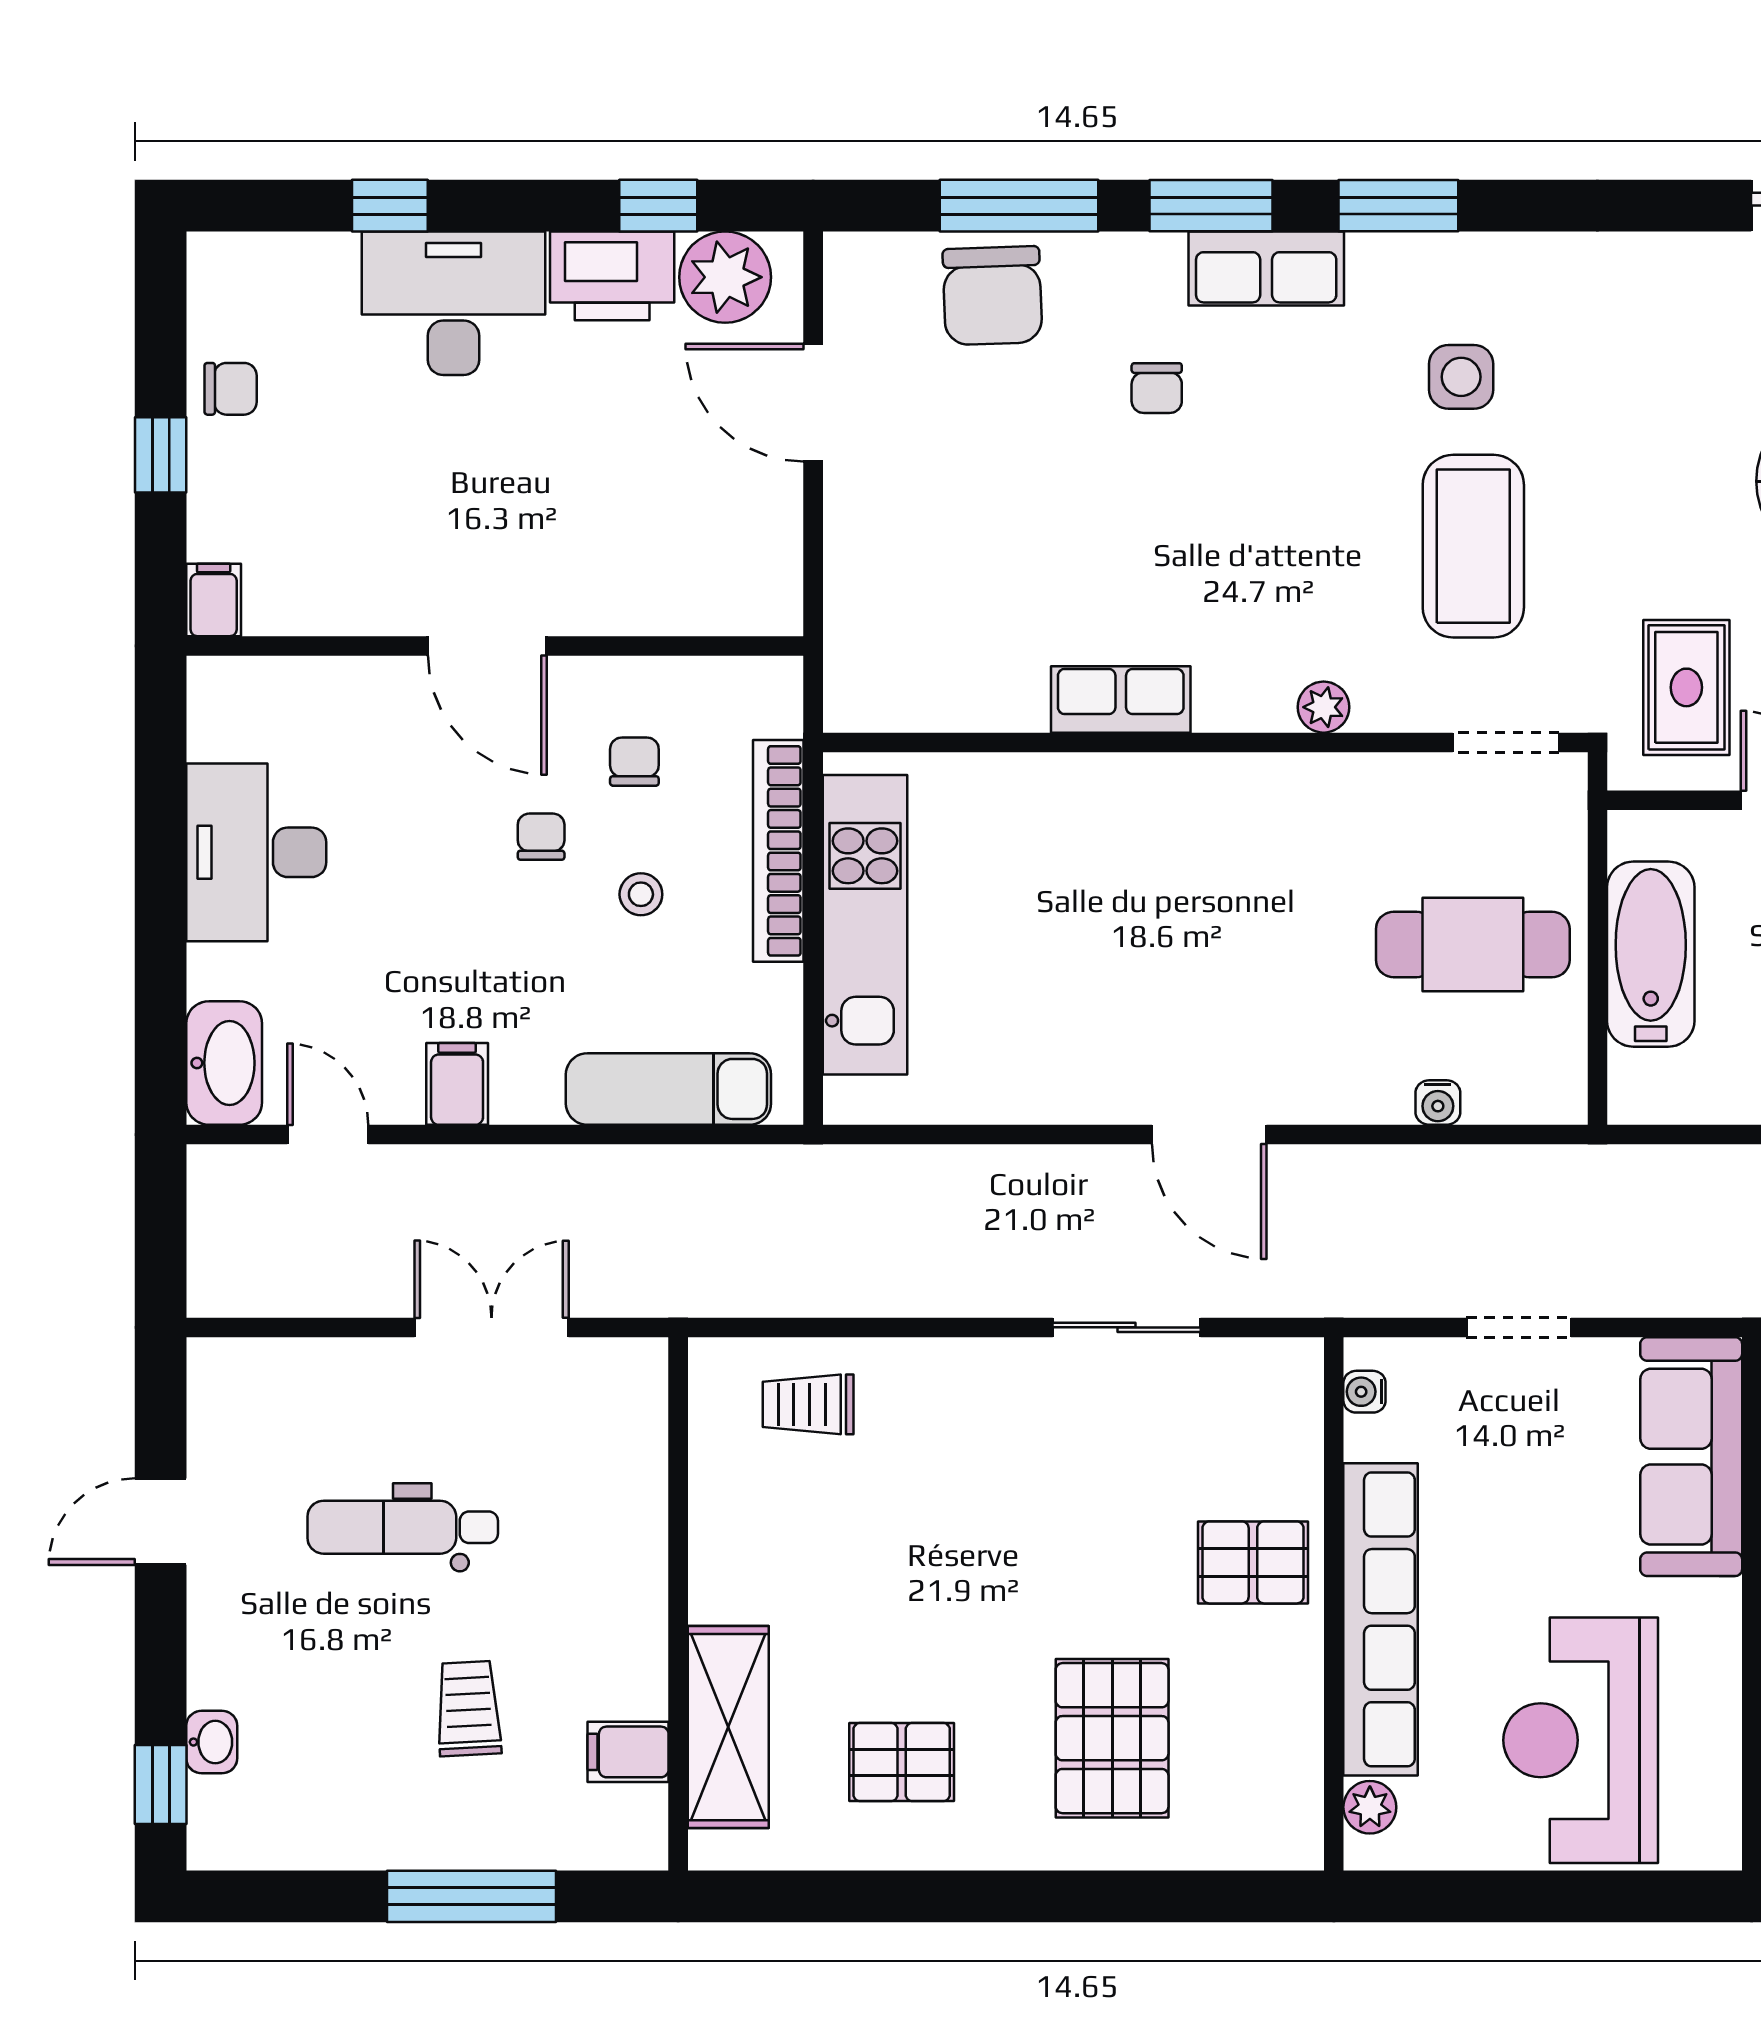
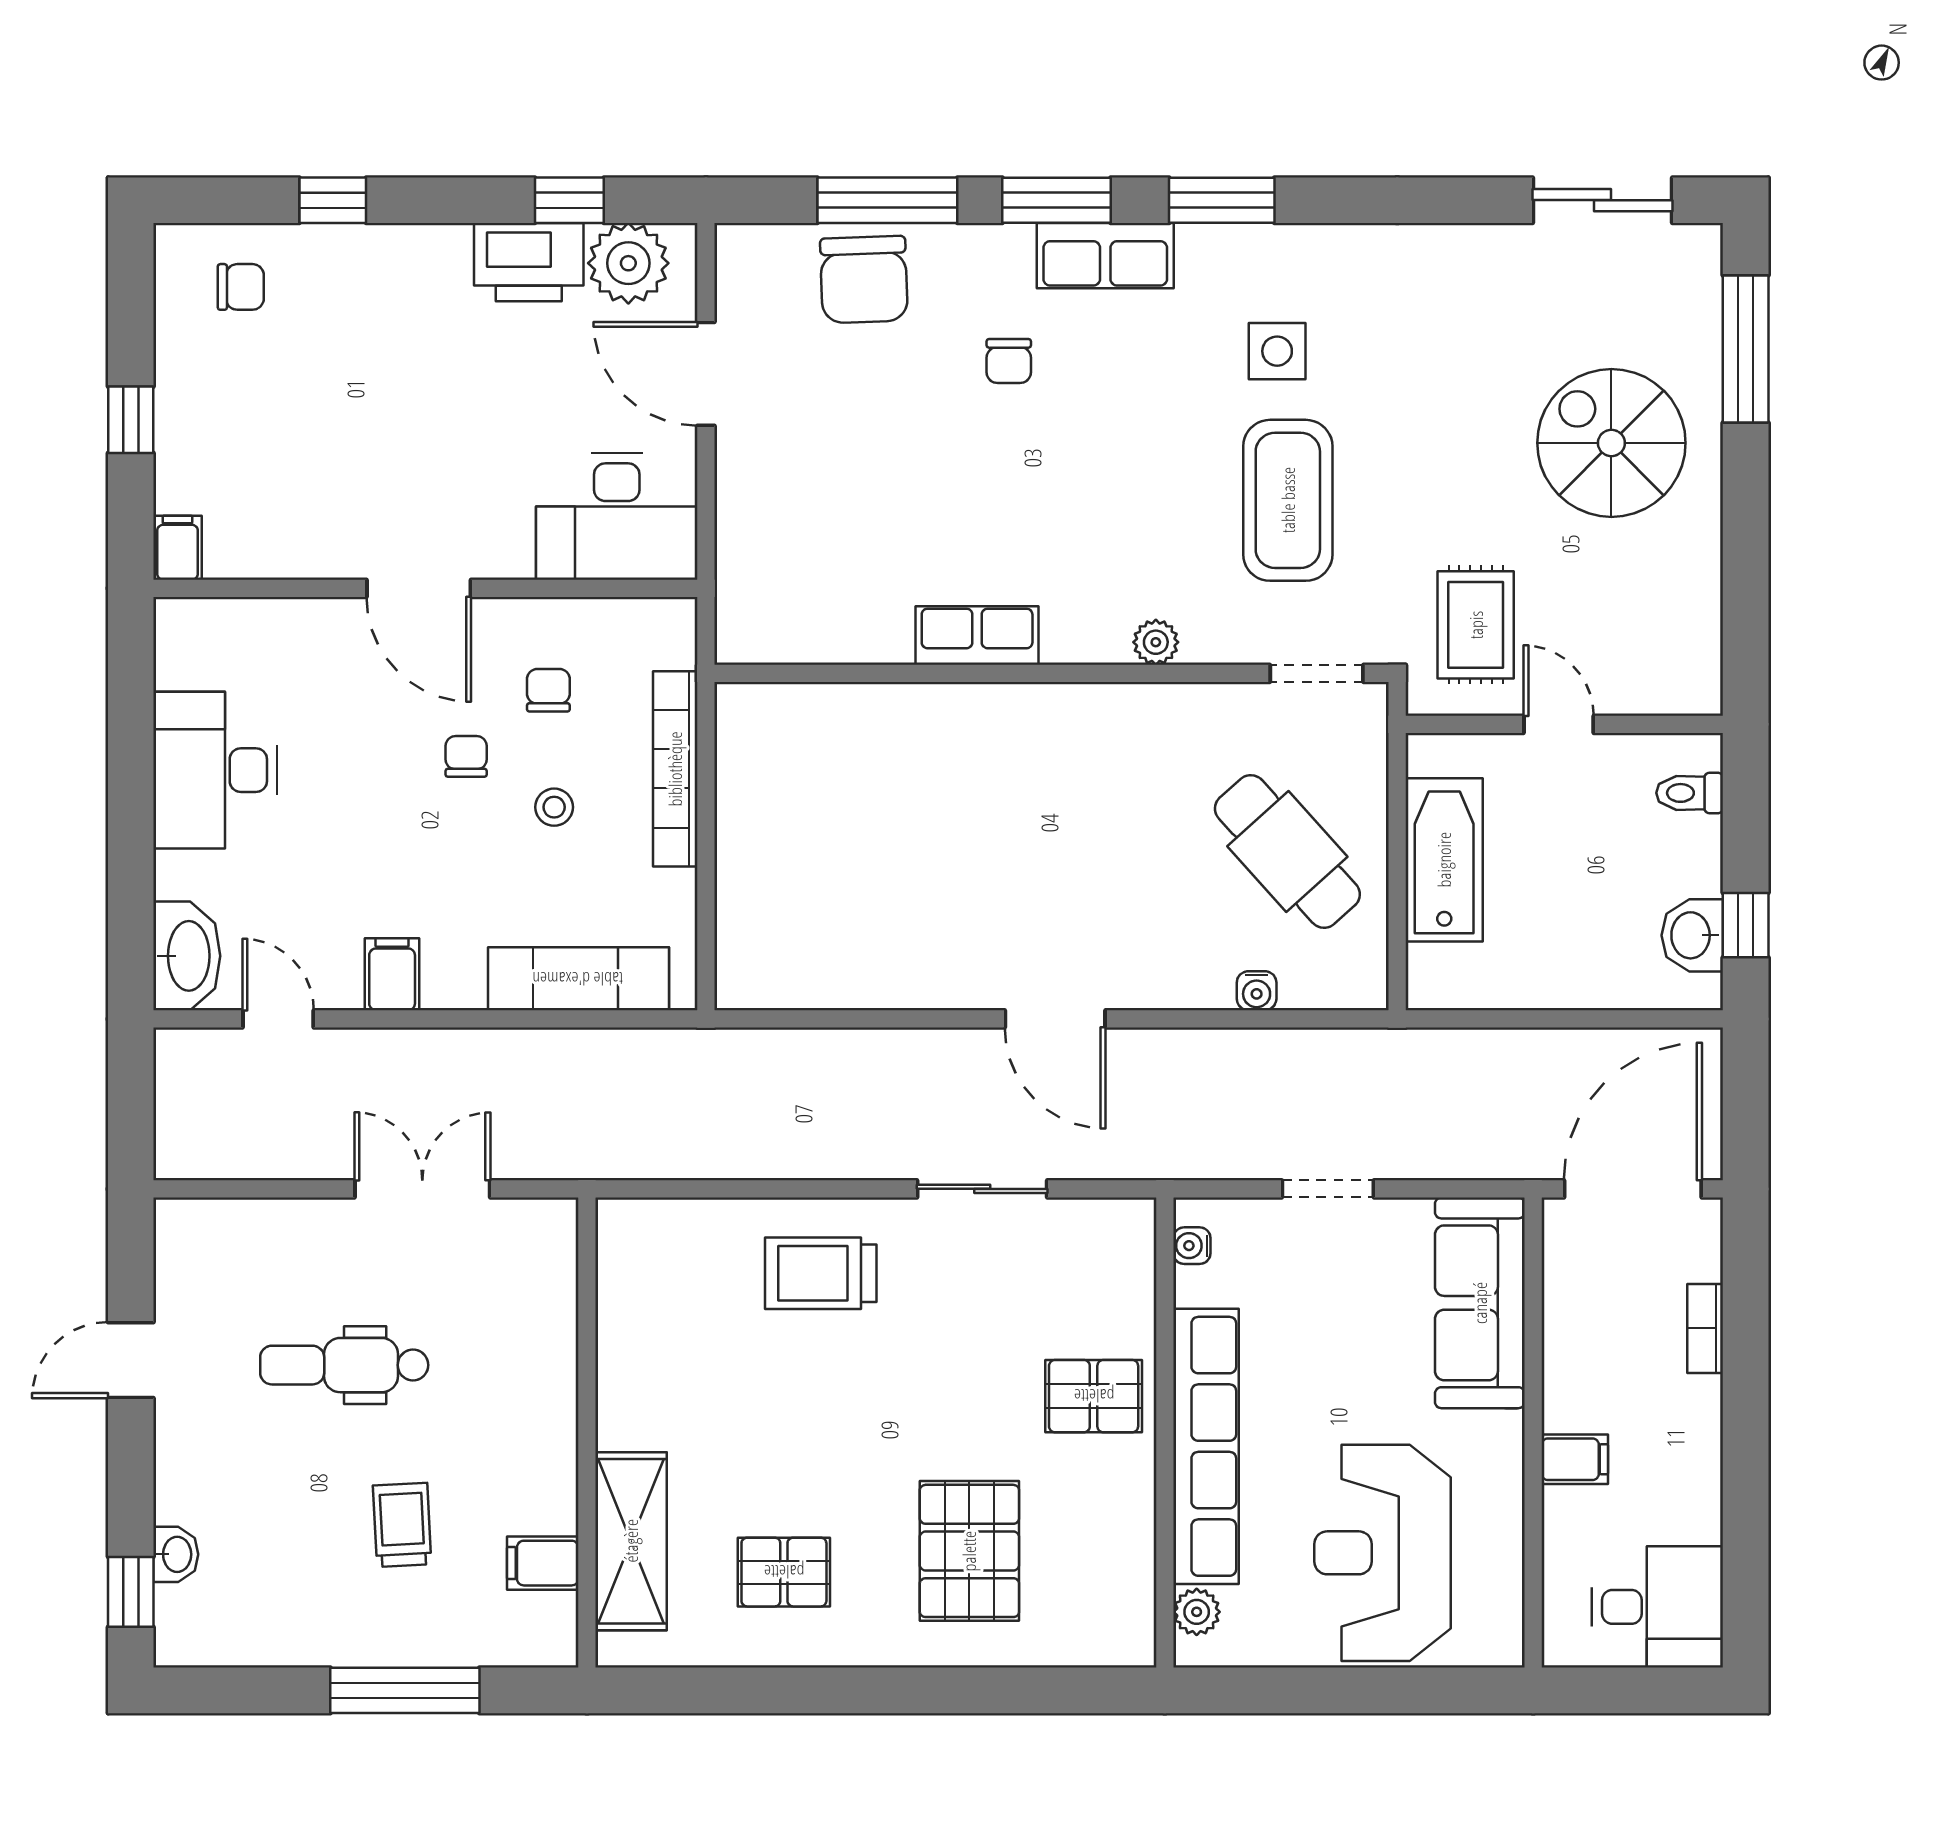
desk: (453, 303) -> (617, 516), moved, turned 180
chair: (231, 389) -> (241, 287), moved
kitchen unit: (865, 925) -> (752, 834), removed
cafe table: (1473, 945) -> (1287, 851), turned 48
trolley: (808, 1404) -> (821, 1273), moved, width x1.36, depth x1.39

